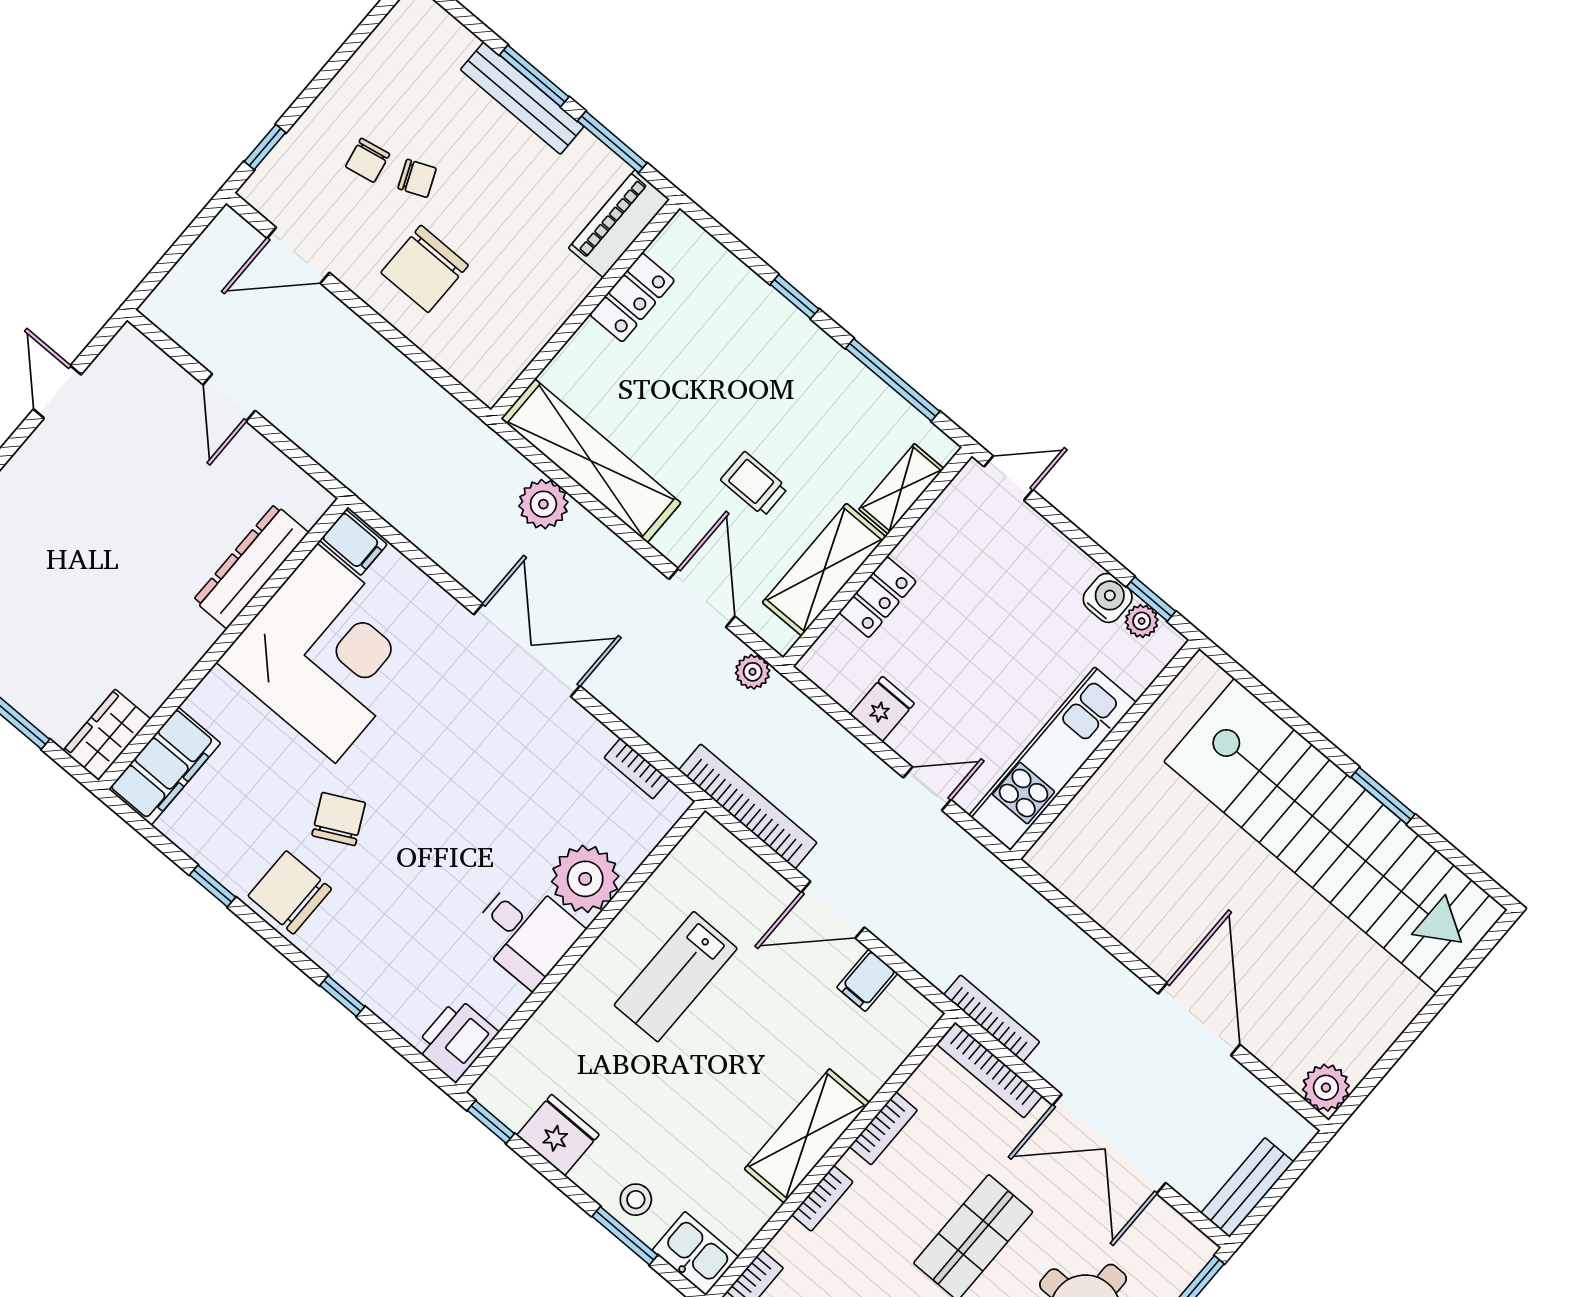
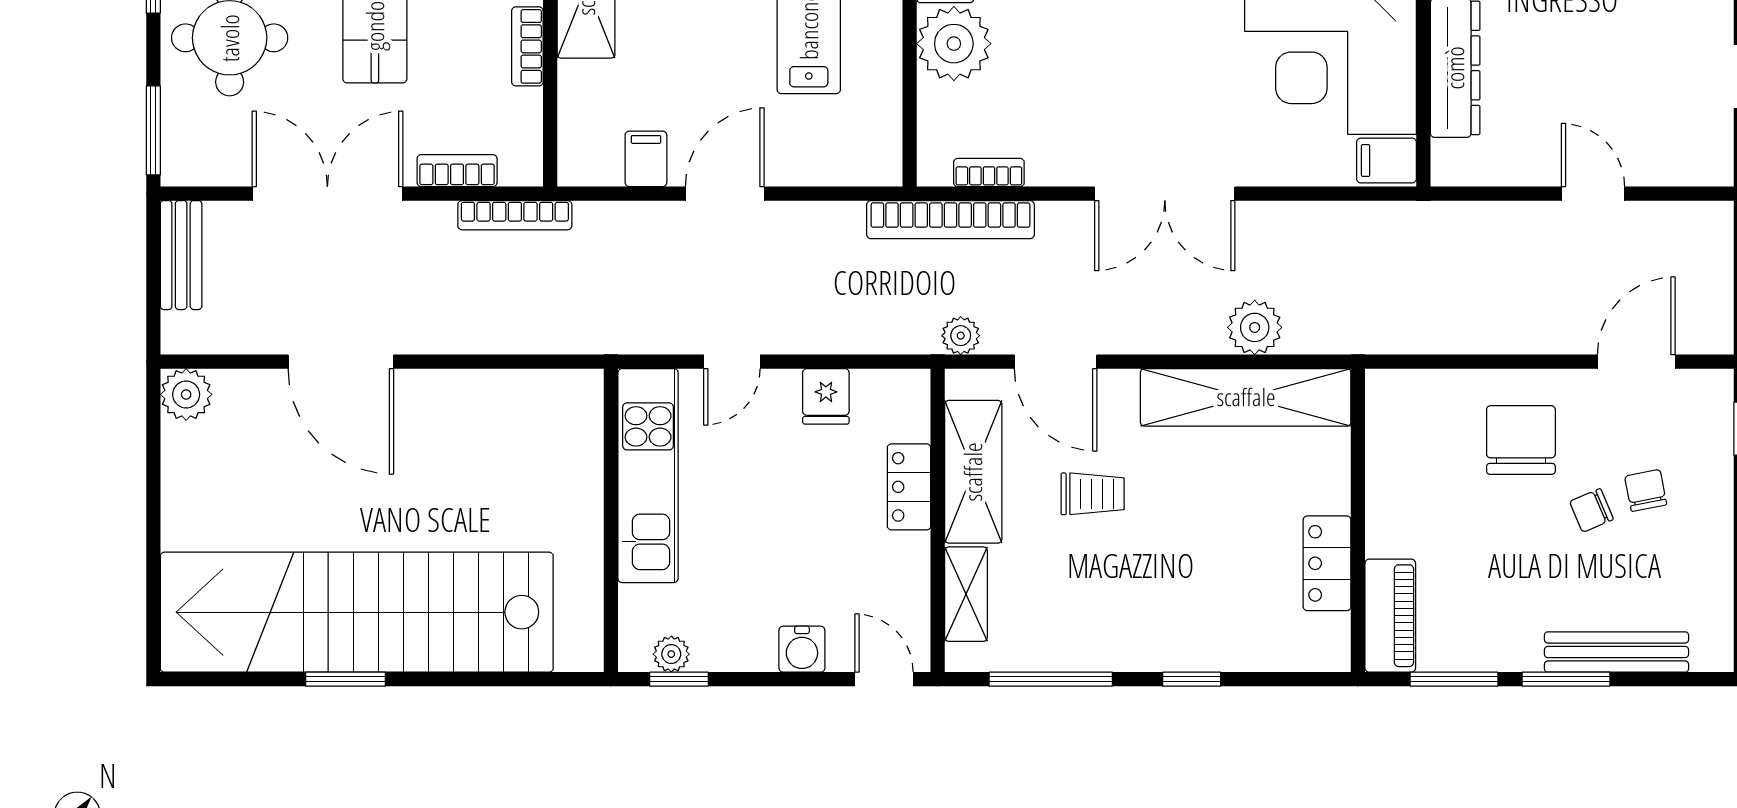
bench: (522, 98) -> (1617, 652), moved
door: (1009, 478) -> (884, 679), swing flipped
water cooler: (1108, 598) -> (802, 649), moved
bookcase: (748, 806) -> (951, 220), moved
bookcase: (990, 1070) -> (457, 171), width x0.64

